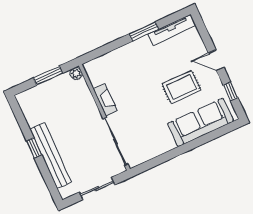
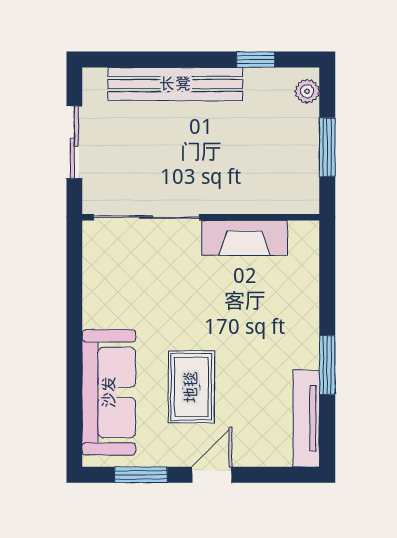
plant: (76, 74) -> (307, 91), moved
window: (231, 91) -> (141, 475), width x1.50
fireplace: (105, 100) -> (244, 238), width x1.37, depth x1.32
window: (34, 148) -> (256, 59), moved

